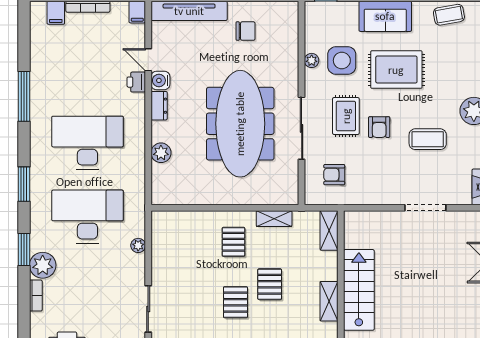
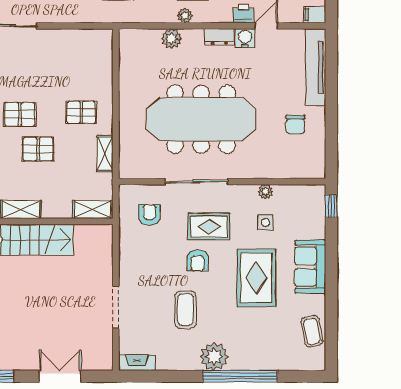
side table: (342, 60) -> (265, 222), width x0.54, depth x0.54
armchair: (379, 127) -> (198, 260), turned -90
plant: (138, 245) -> (185, 16), moved

